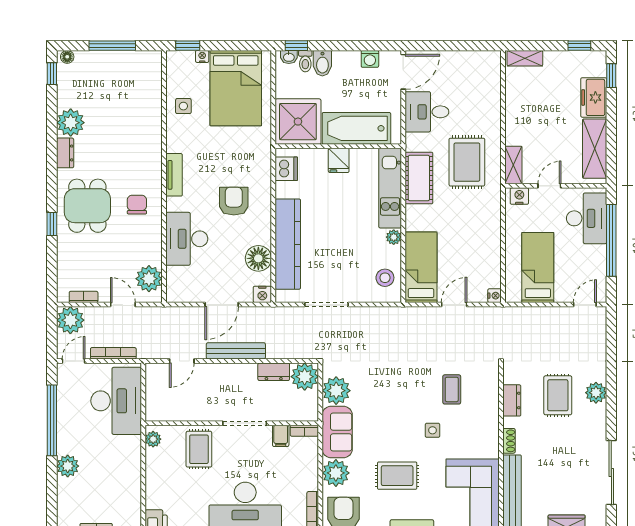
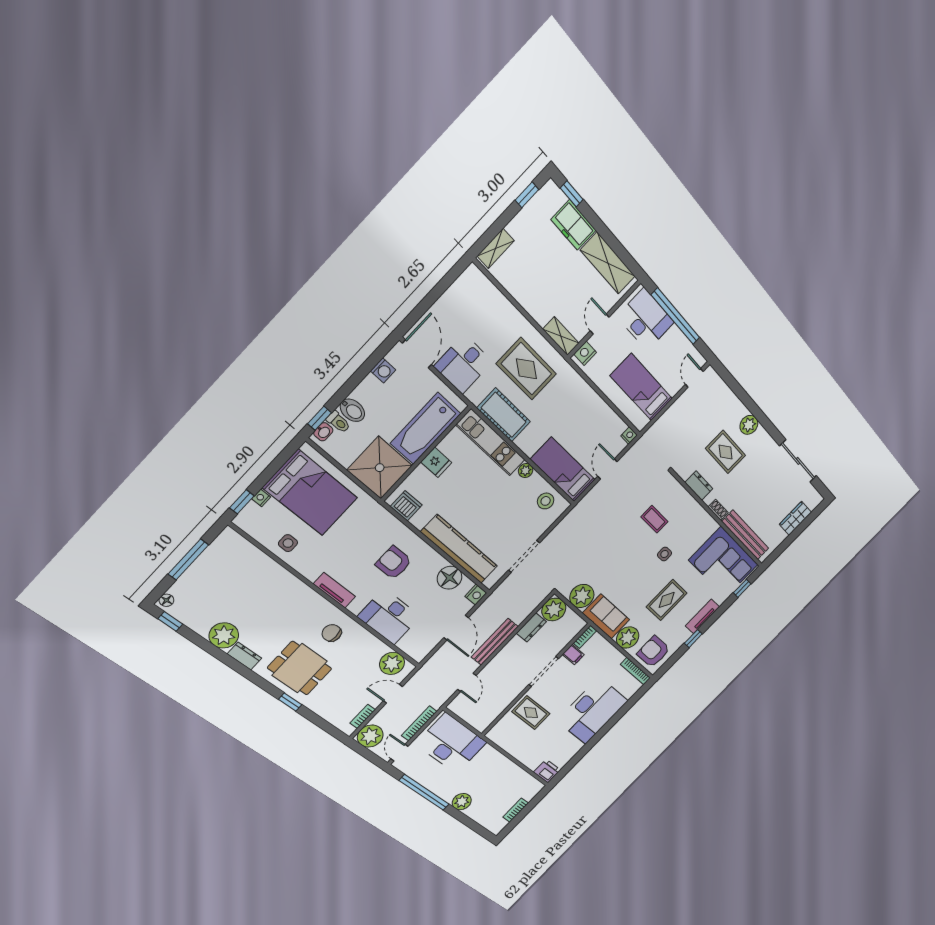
plant: (153, 439) -> (497, 737), removed

